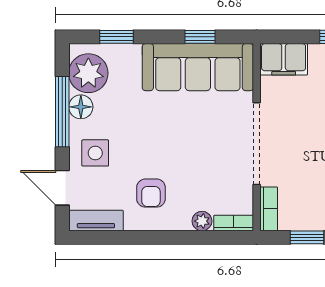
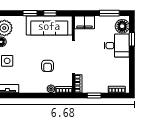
window: (116, 37) -> (30, 13), moved
armchair: (151, 193) -> (48, 66), moved

